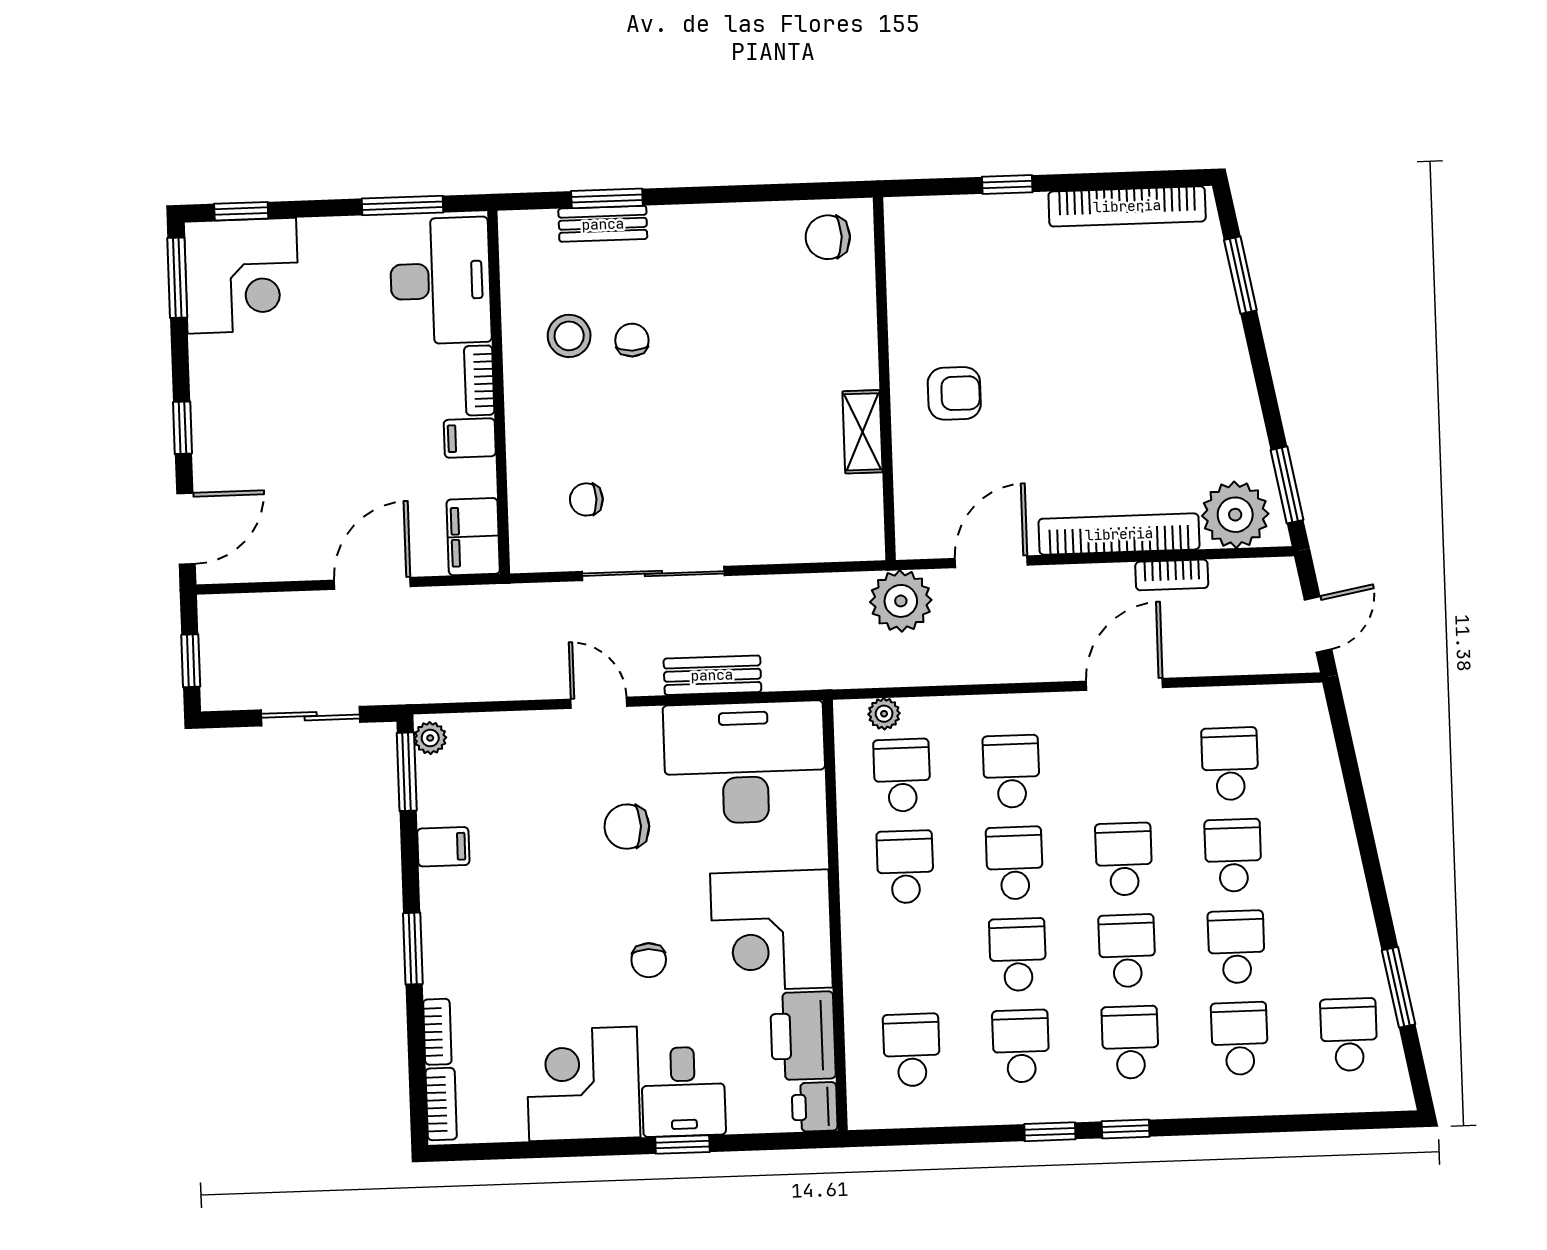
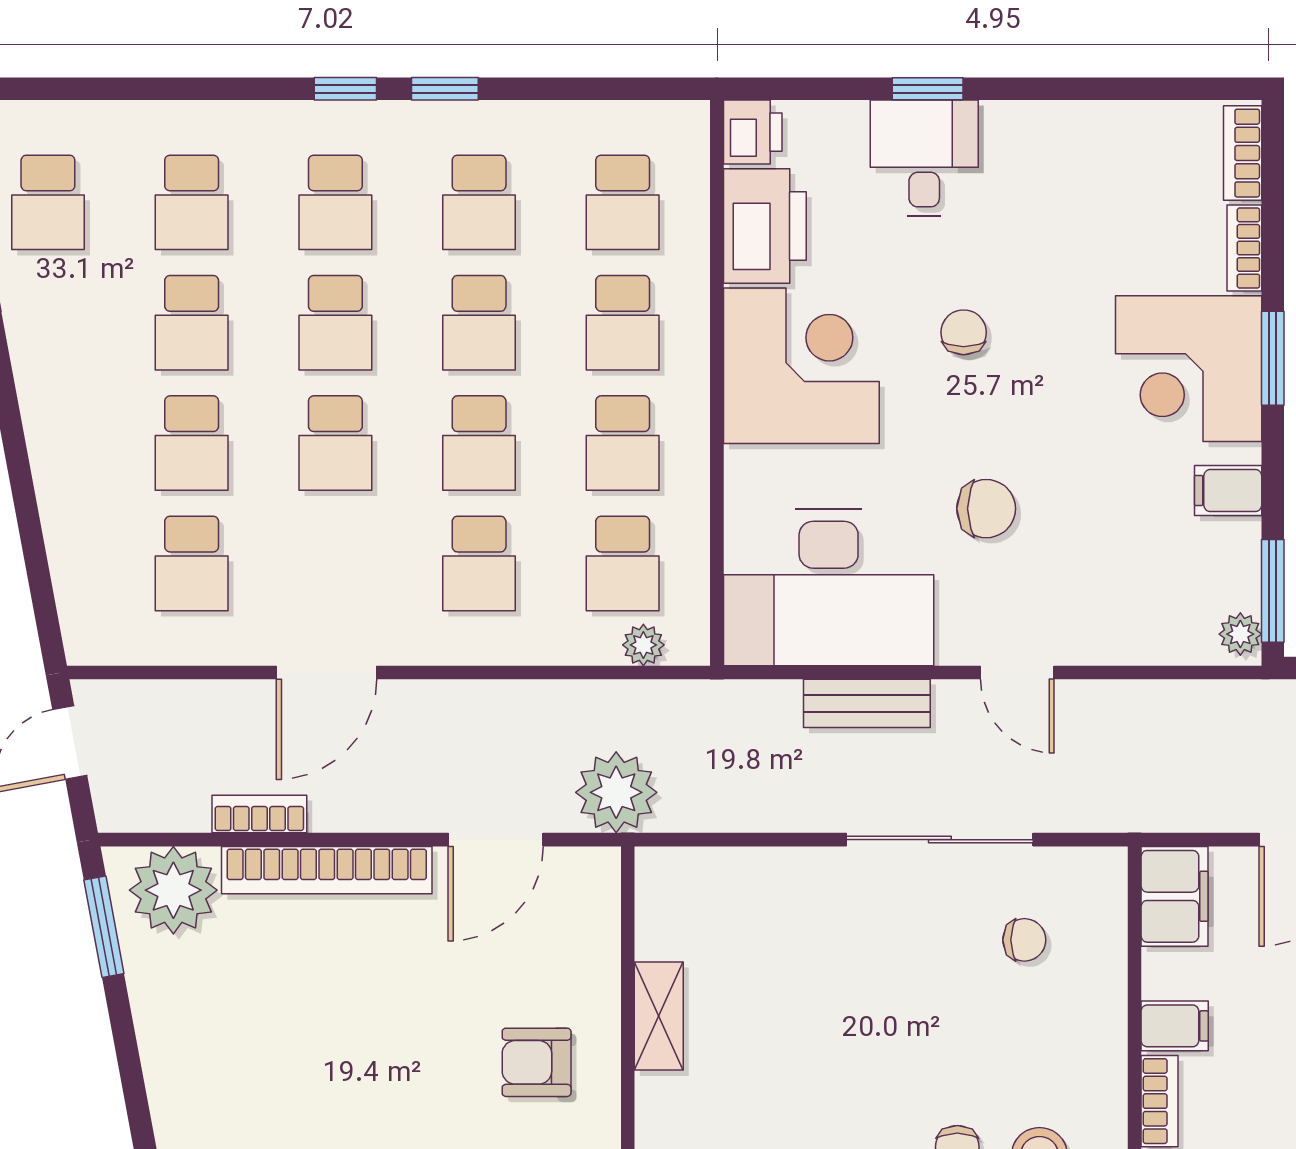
school desk: (908, 958) -> (623, 323), added
corner desk: (583, 1084) -> (1189, 369), moved, turned 90

